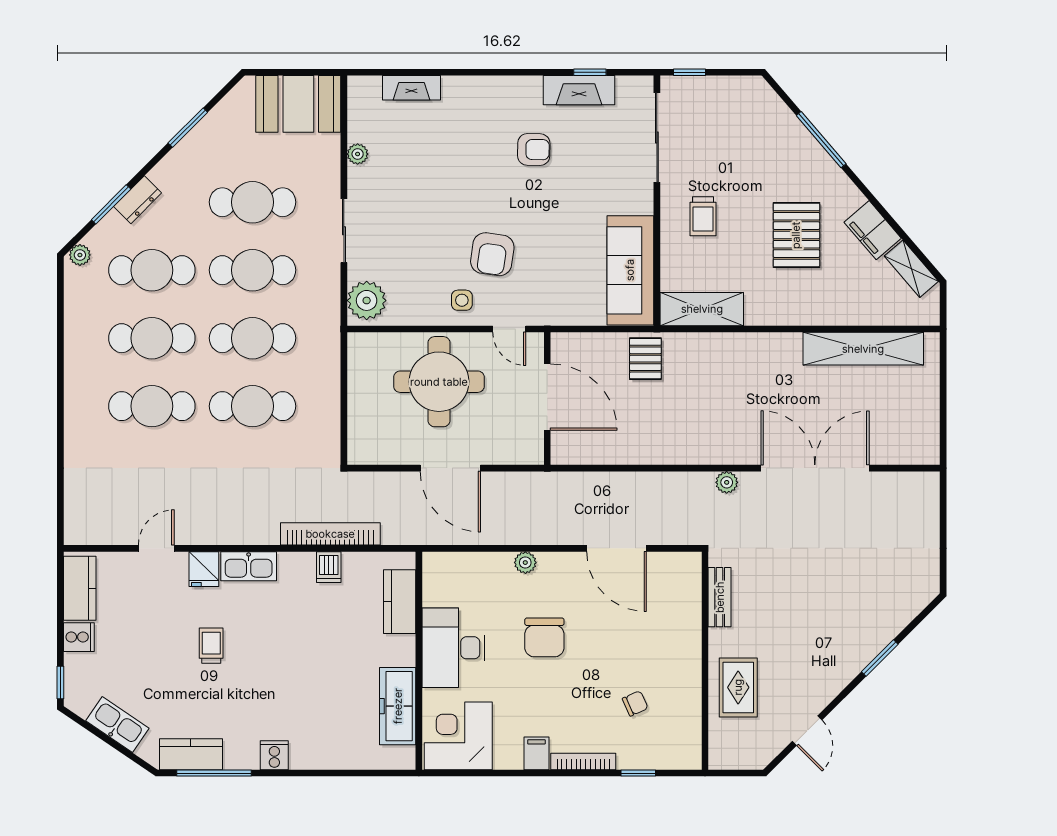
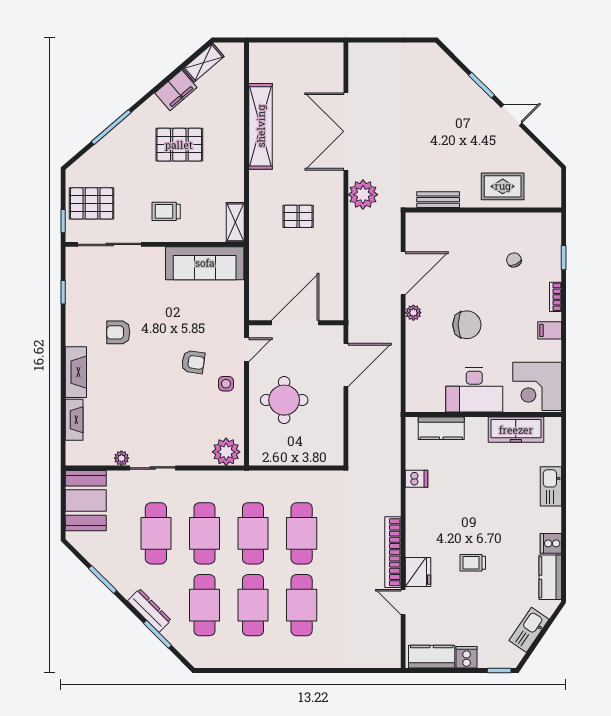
fireplace: (579, 90) -> (76, 372), moved
pallet: (714, 112) -> (92, 203), added
armchair: (534, 150) -> (118, 332), turned -91
dresser: (138, 200) -> (149, 611), width x1.44
trolley: (703, 216) -> (166, 211), turned 180
sliding door: (344, 231) -> (153, 468), moved
armchair: (492, 254) -> (193, 362), width x0.72, depth x0.72
plant: (80, 255) -> (194, 657), removed
shelving: (702, 309) -> (235, 222), width x0.67, depth x0.75
shelving: (863, 349) -> (261, 126), moved
pallet: (645, 359) -> (298, 216), moved
round table: (439, 382) -> (284, 400), width x0.73, depth x0.73
door: (450, 468) -> (346, 365), moved
plant: (727, 482) -> (363, 195), width x1.88, depth x1.88
bookcase: (330, 534) -> (393, 552), moved
plant: (525, 563) -> (413, 313), moved
kitchen sink: (249, 566) -> (551, 486), moved, turned 180
fridge: (204, 569) -> (418, 572), width x1.38
door: (807, 731) -> (512, 115), moved
cooker: (274, 755) -> (551, 543), moved
bookcase: (583, 762) -> (555, 297), width x0.64
window: (214, 773) -> (564, 561), removed

